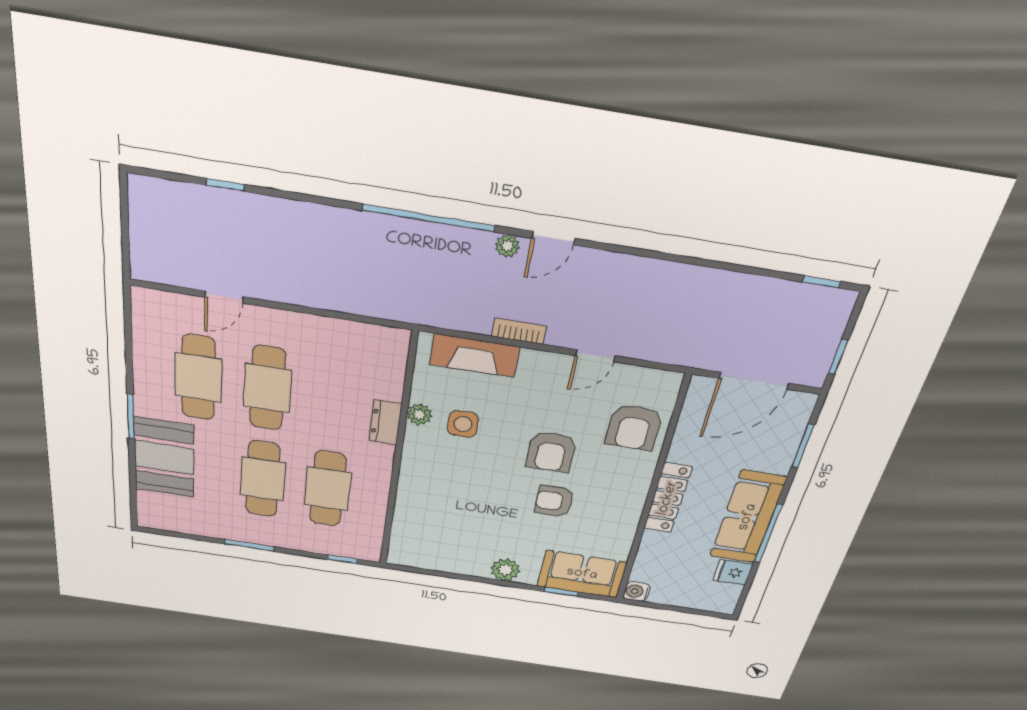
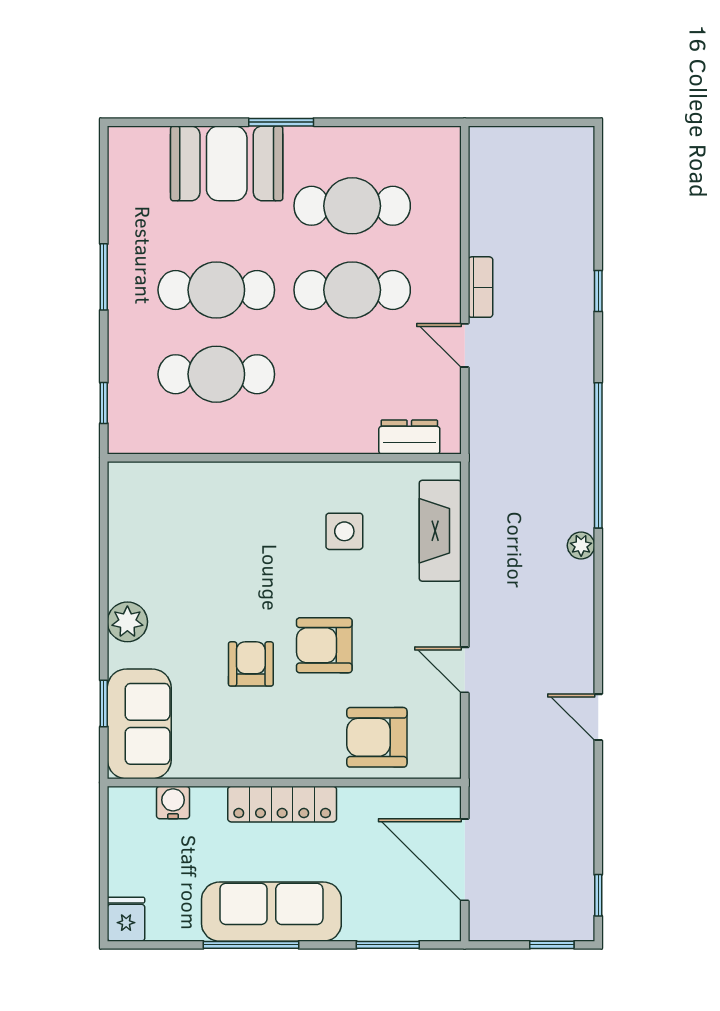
window: (225, 185) -> (598, 291), moved
door: (553, 238) -> (598, 717), moved
door: (224, 297) -> (465, 345), moved
bookcase: (519, 331) -> (480, 287), moved
window: (838, 357) -> (552, 945), moved
plant: (419, 414) -> (348, 477), removed
dresser: (385, 422) -> (409, 437), moved
fridge: (733, 572) -> (126, 919), moved
water cooler: (636, 591) -> (173, 802), moved

